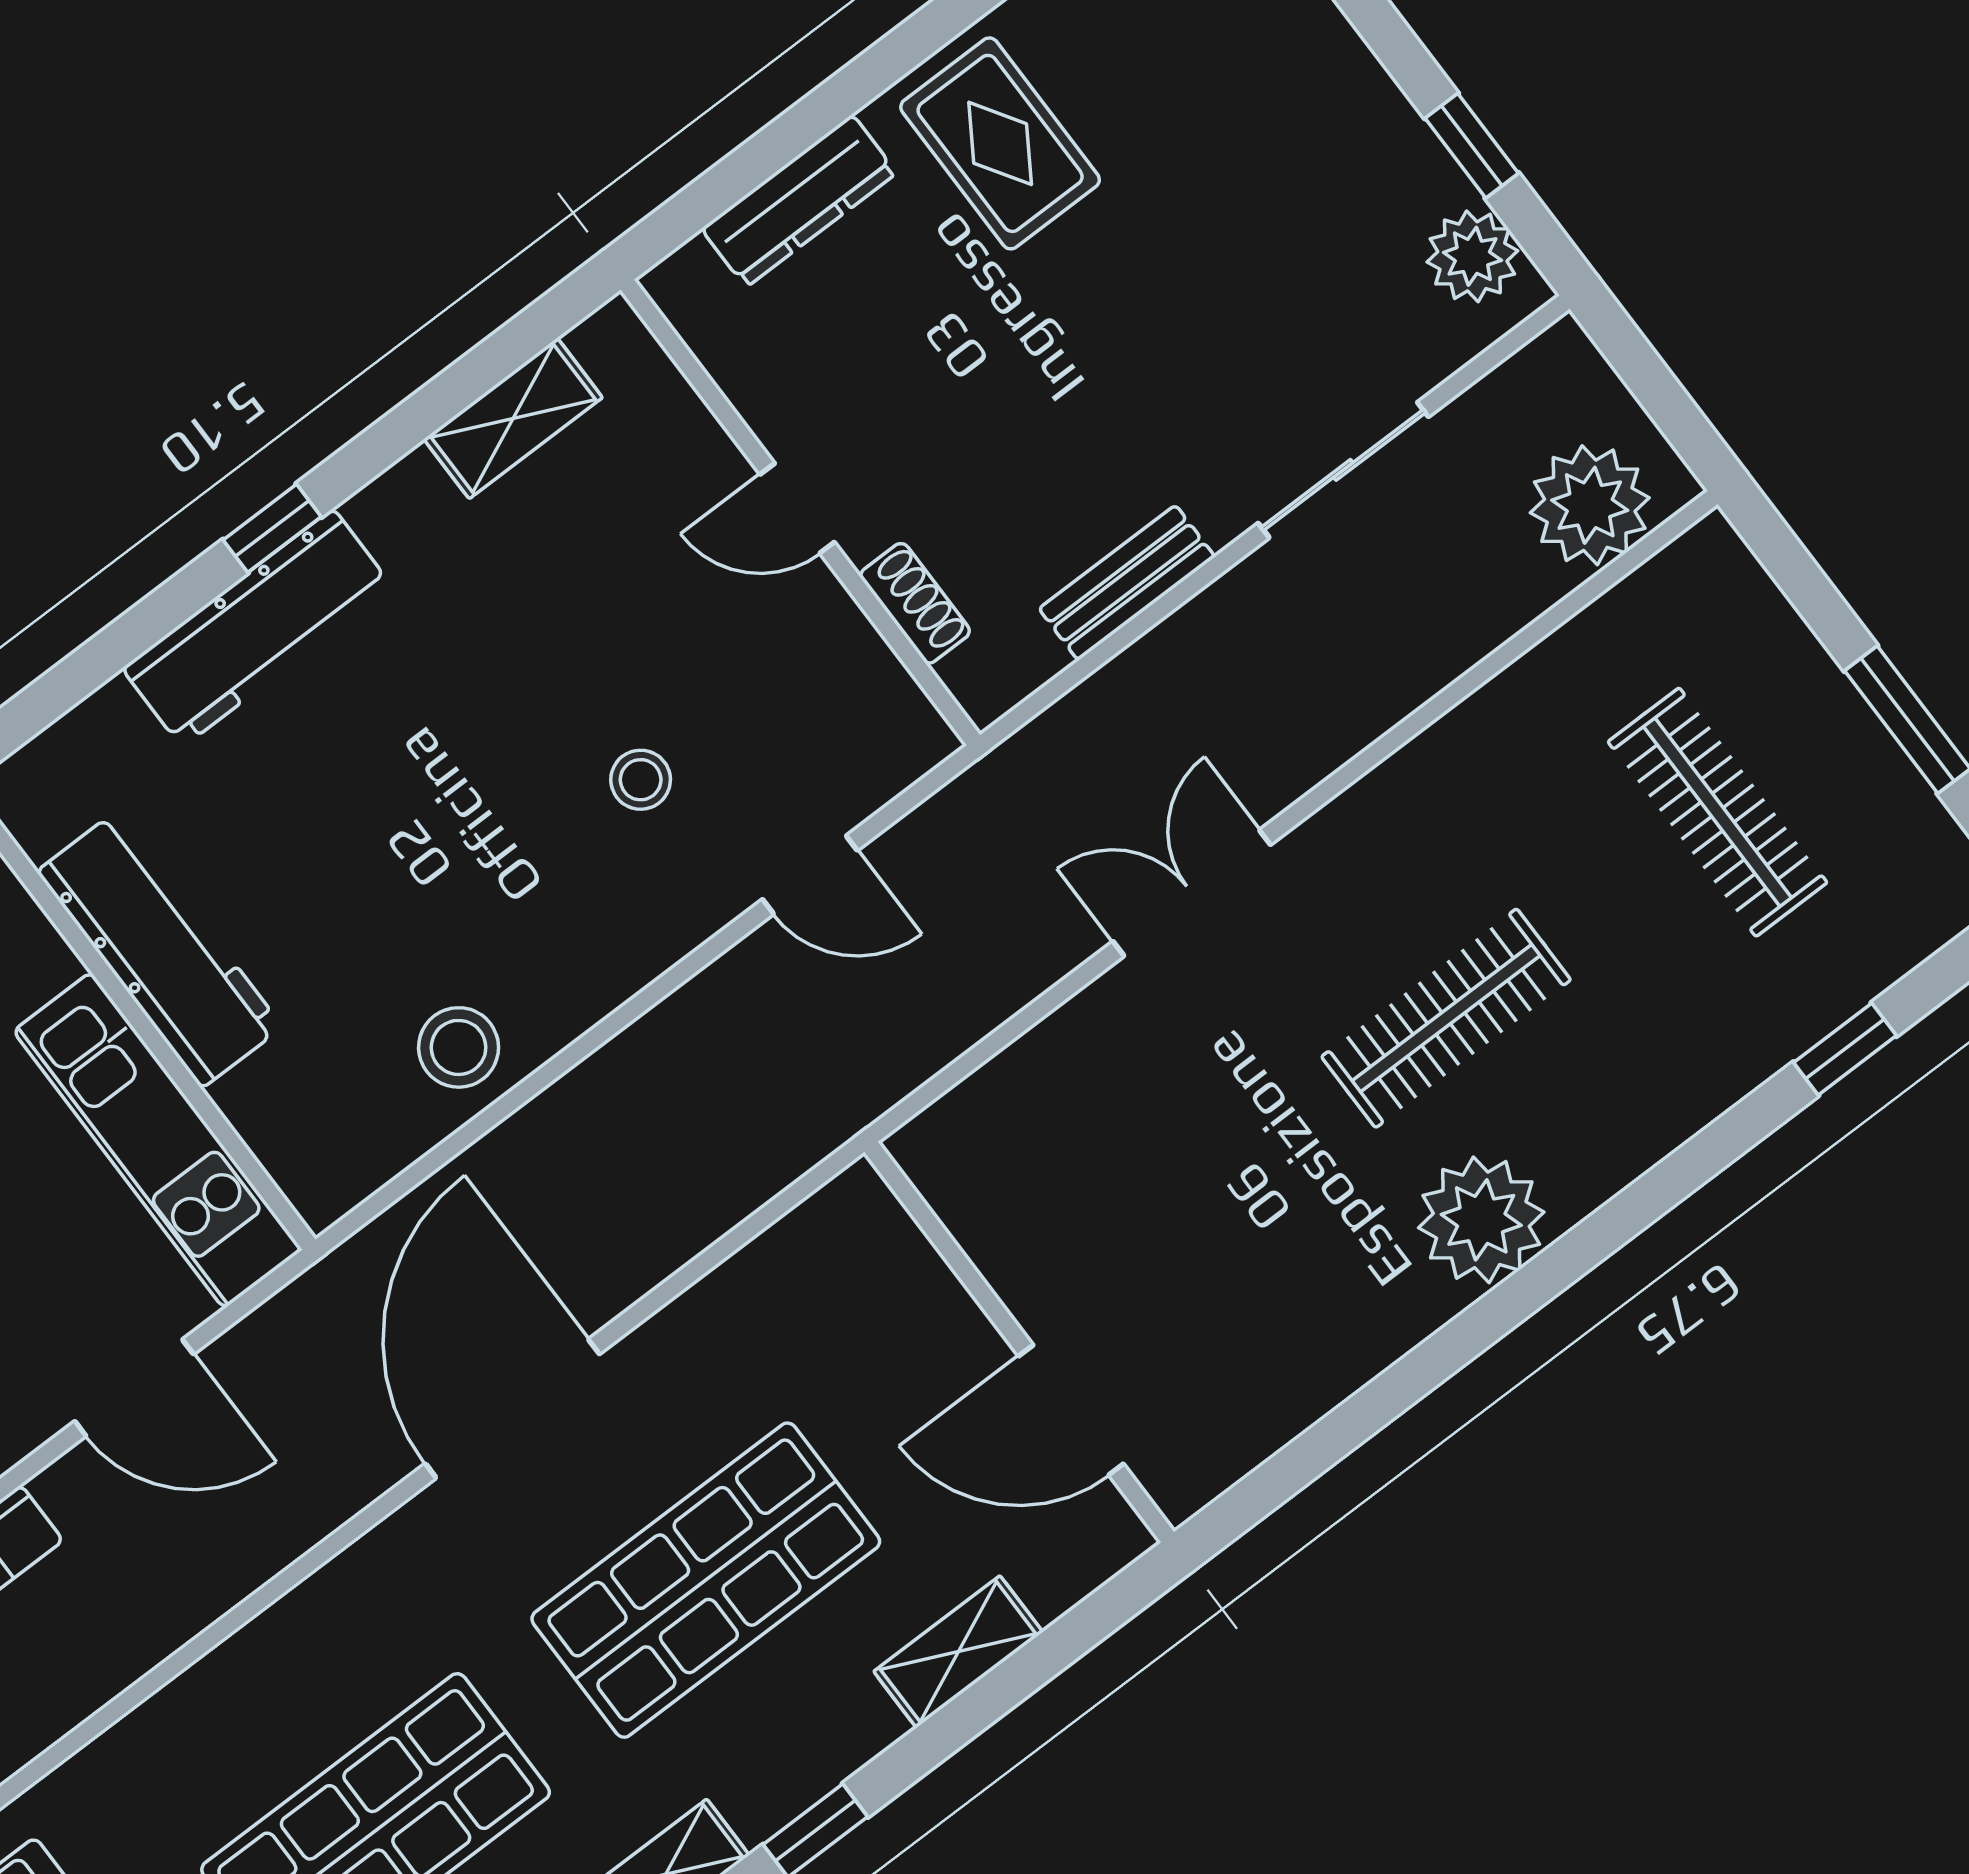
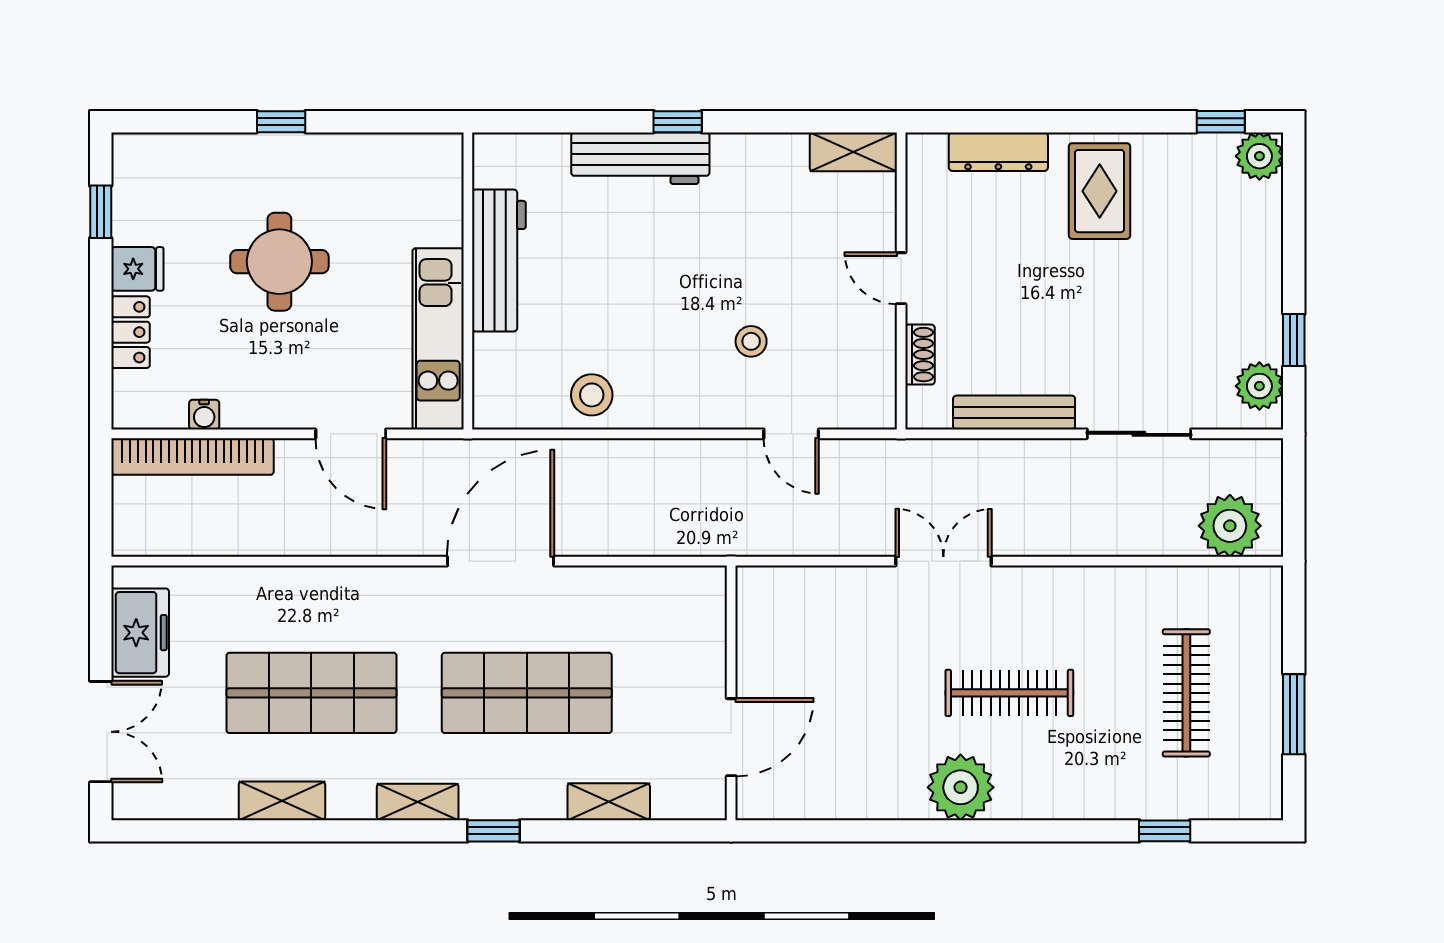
shelving: (513, 418) -> (853, 152), moved
bench: (1127, 583) -> (1014, 413), width x1.36
door: (1071, 1410) -> (731, 737), swing flipped

